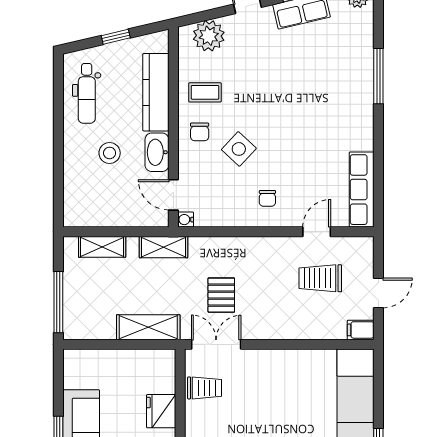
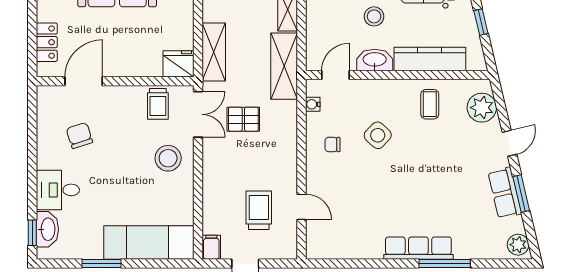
chair: (200, 132) -> (393, 99), removed
row of seats: (362, 190) -> (418, 248), moved
chair: (267, 198) -> (333, 144), moved
water cooler: (186, 220) -> (313, 104), moved, turned -90
shelving: (164, 247) -> (284, 66), width x1.50, depth x1.33
stool: (264, 377) -> (168, 158), added
fridge: (161, 411) -> (178, 64), moved

